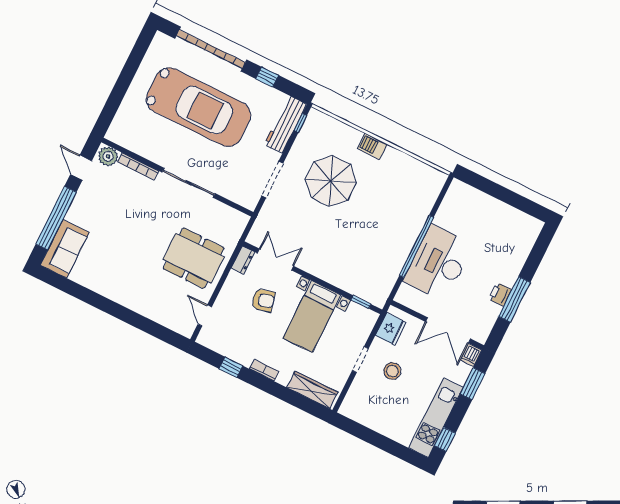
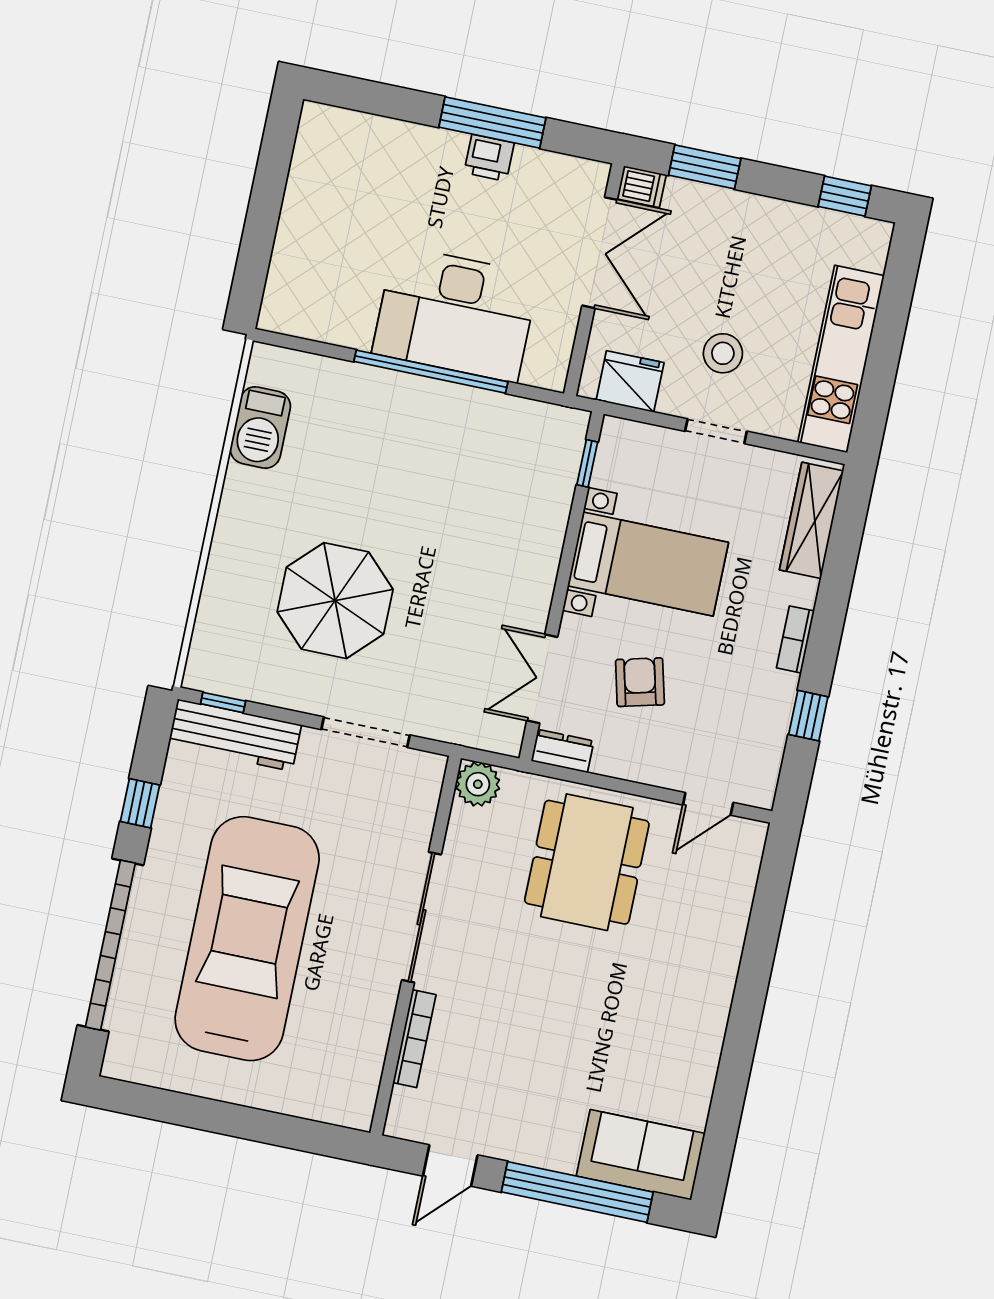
barbecue: (372, 146) -> (260, 428), moved, width x1.38, depth x1.27
plant: (108, 156) -> (478, 784), moved
kitchen unit: (436, 418) -> (841, 359), moved, turned 90

